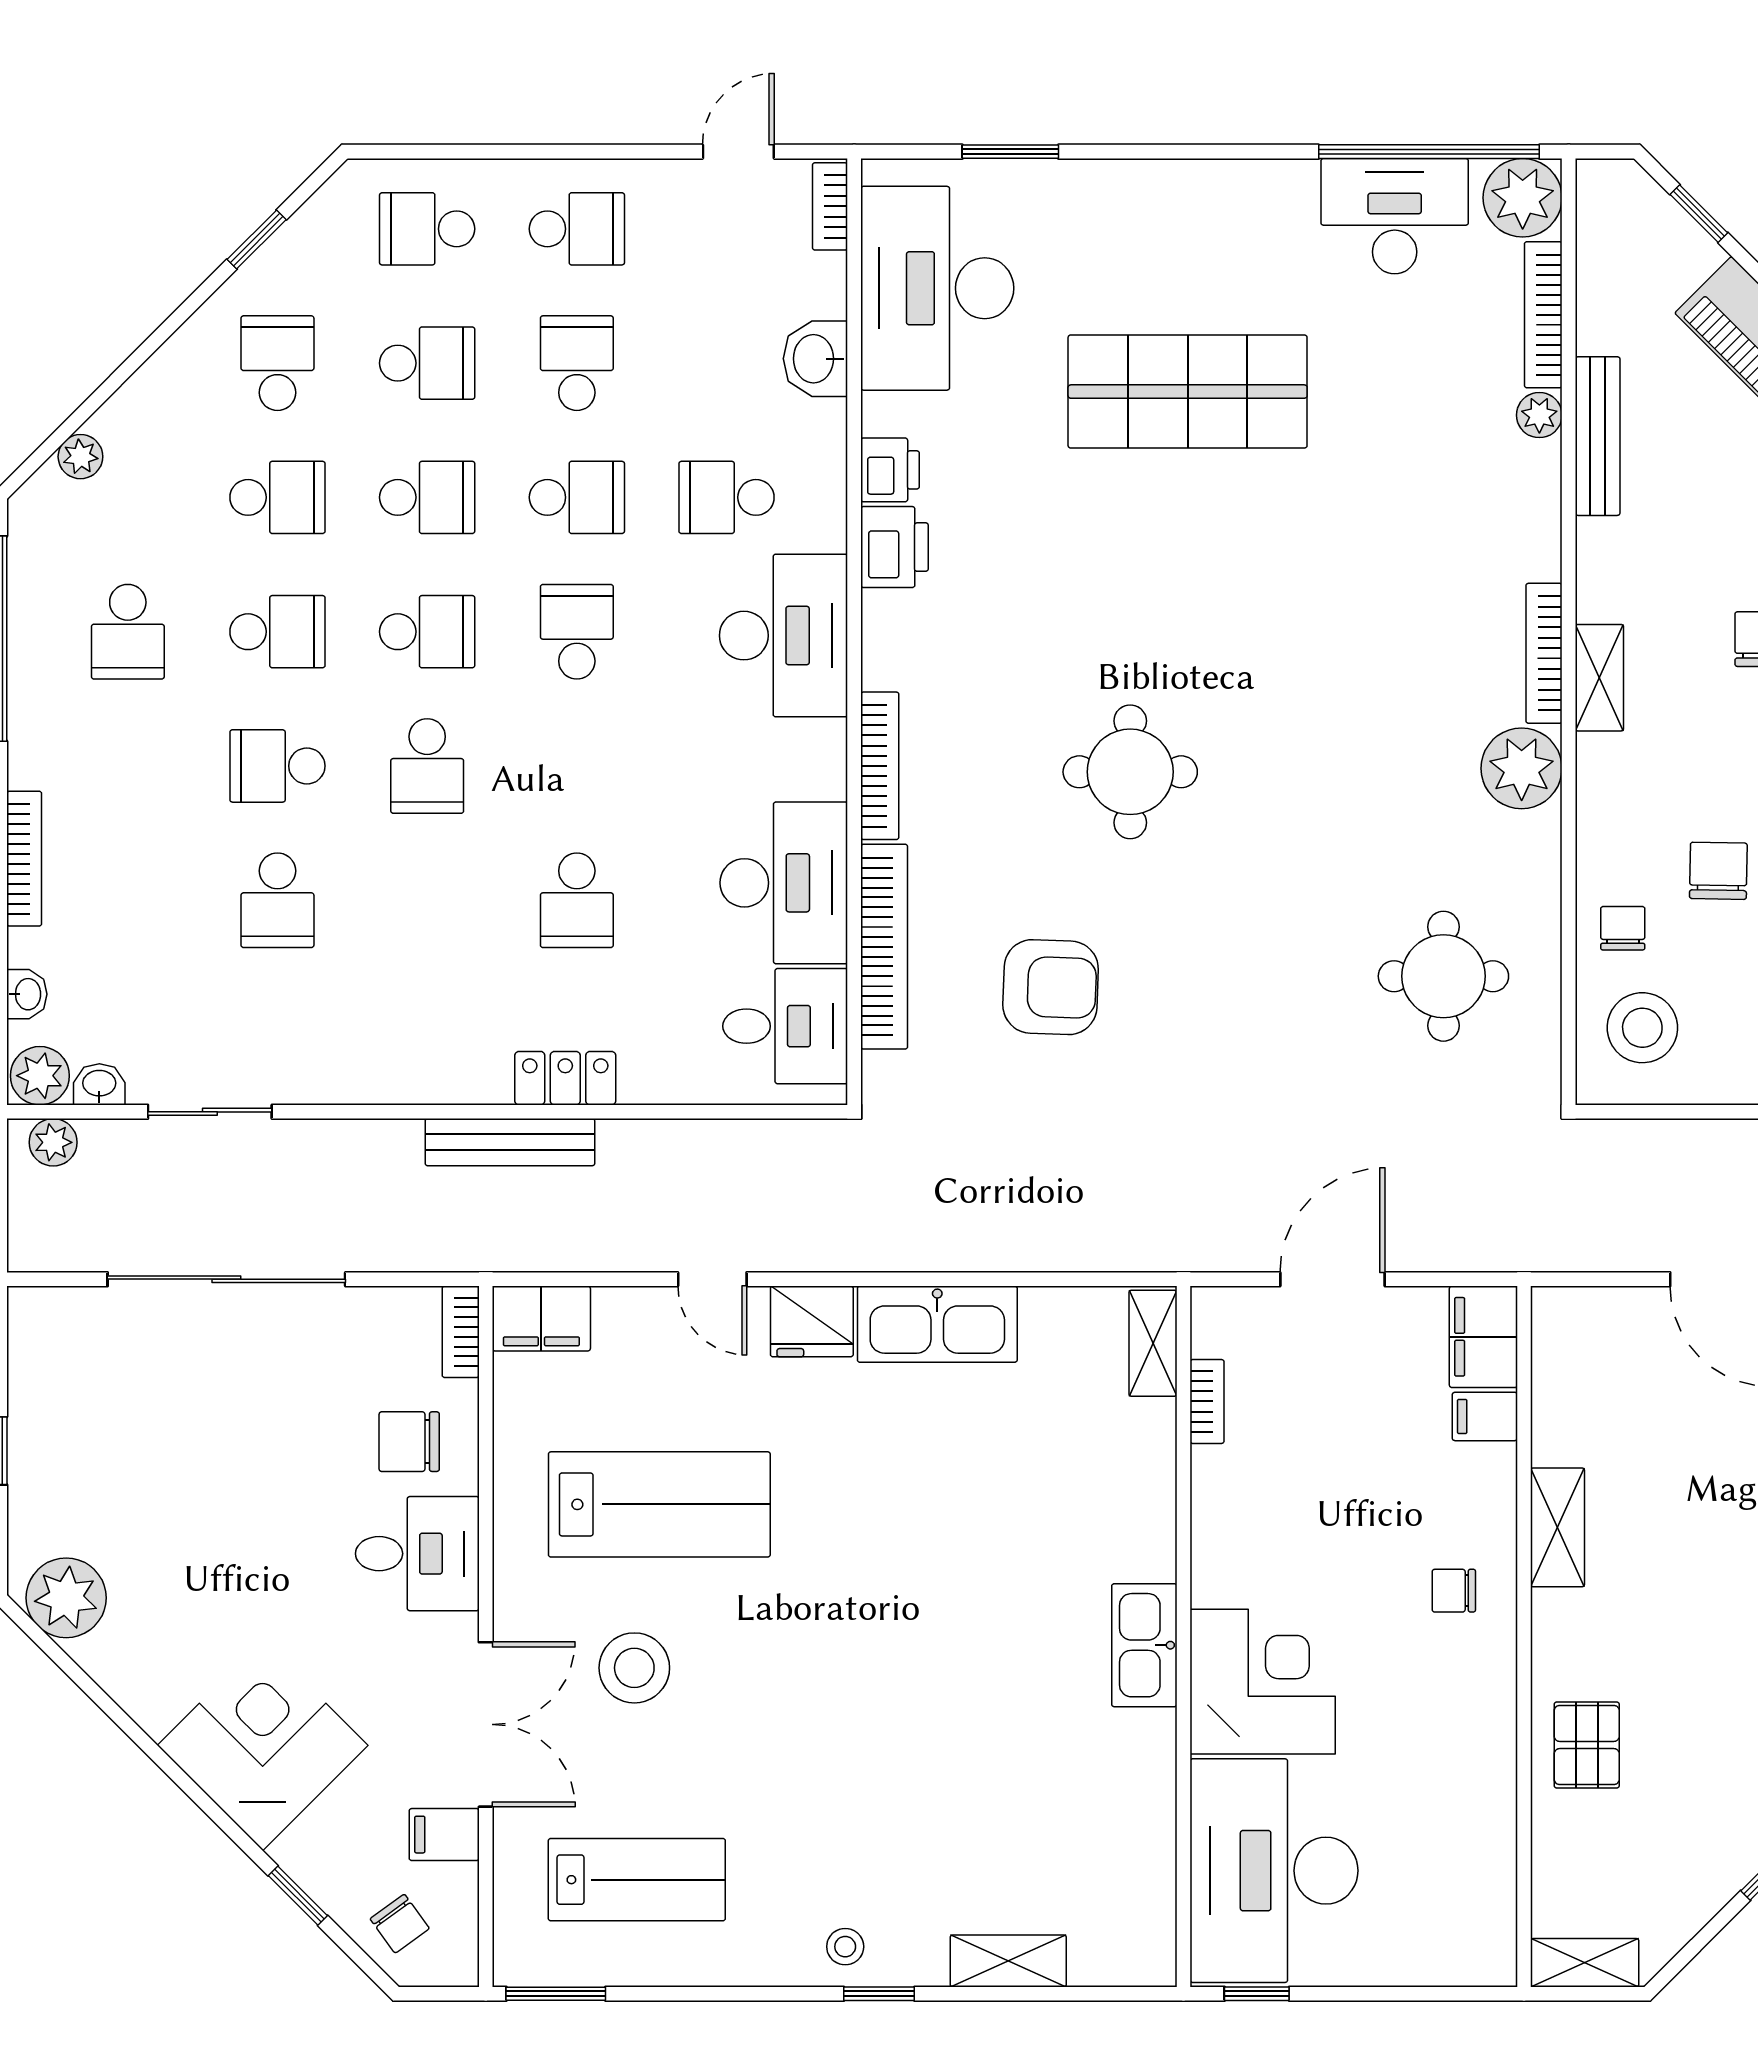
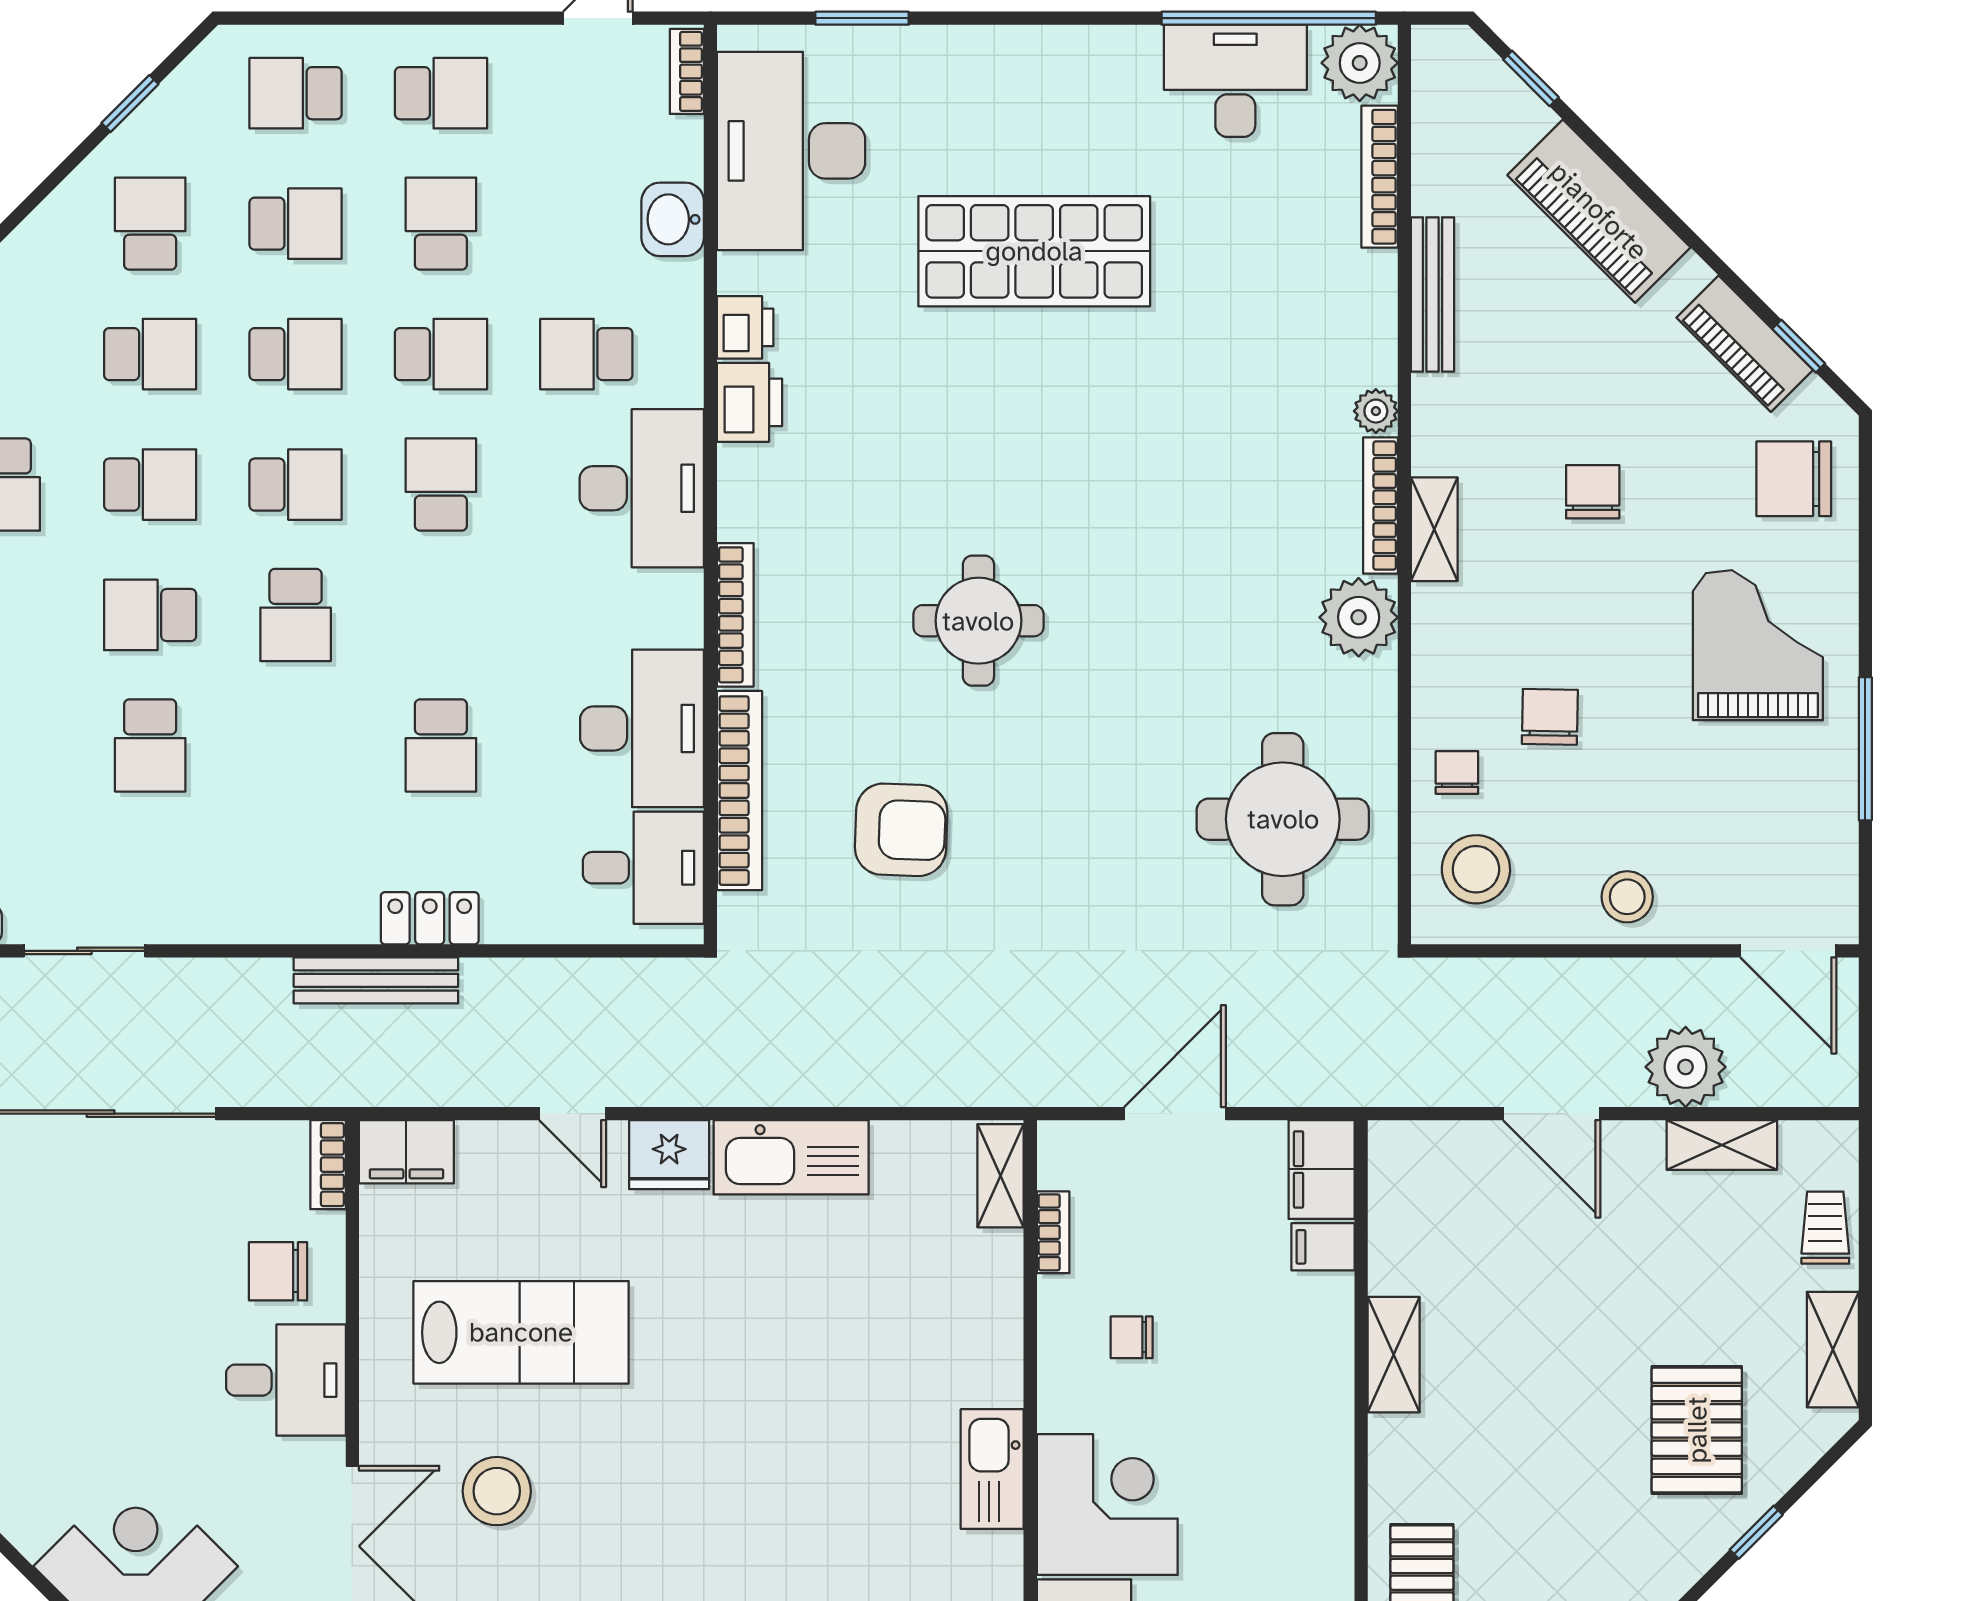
plant: (1539, 415) -> (1376, 411), moved
round table: (1443, 976) -> (1283, 819), width x1.36, depth x1.36
chair: (1454, 1591) -> (1132, 1337), moved

